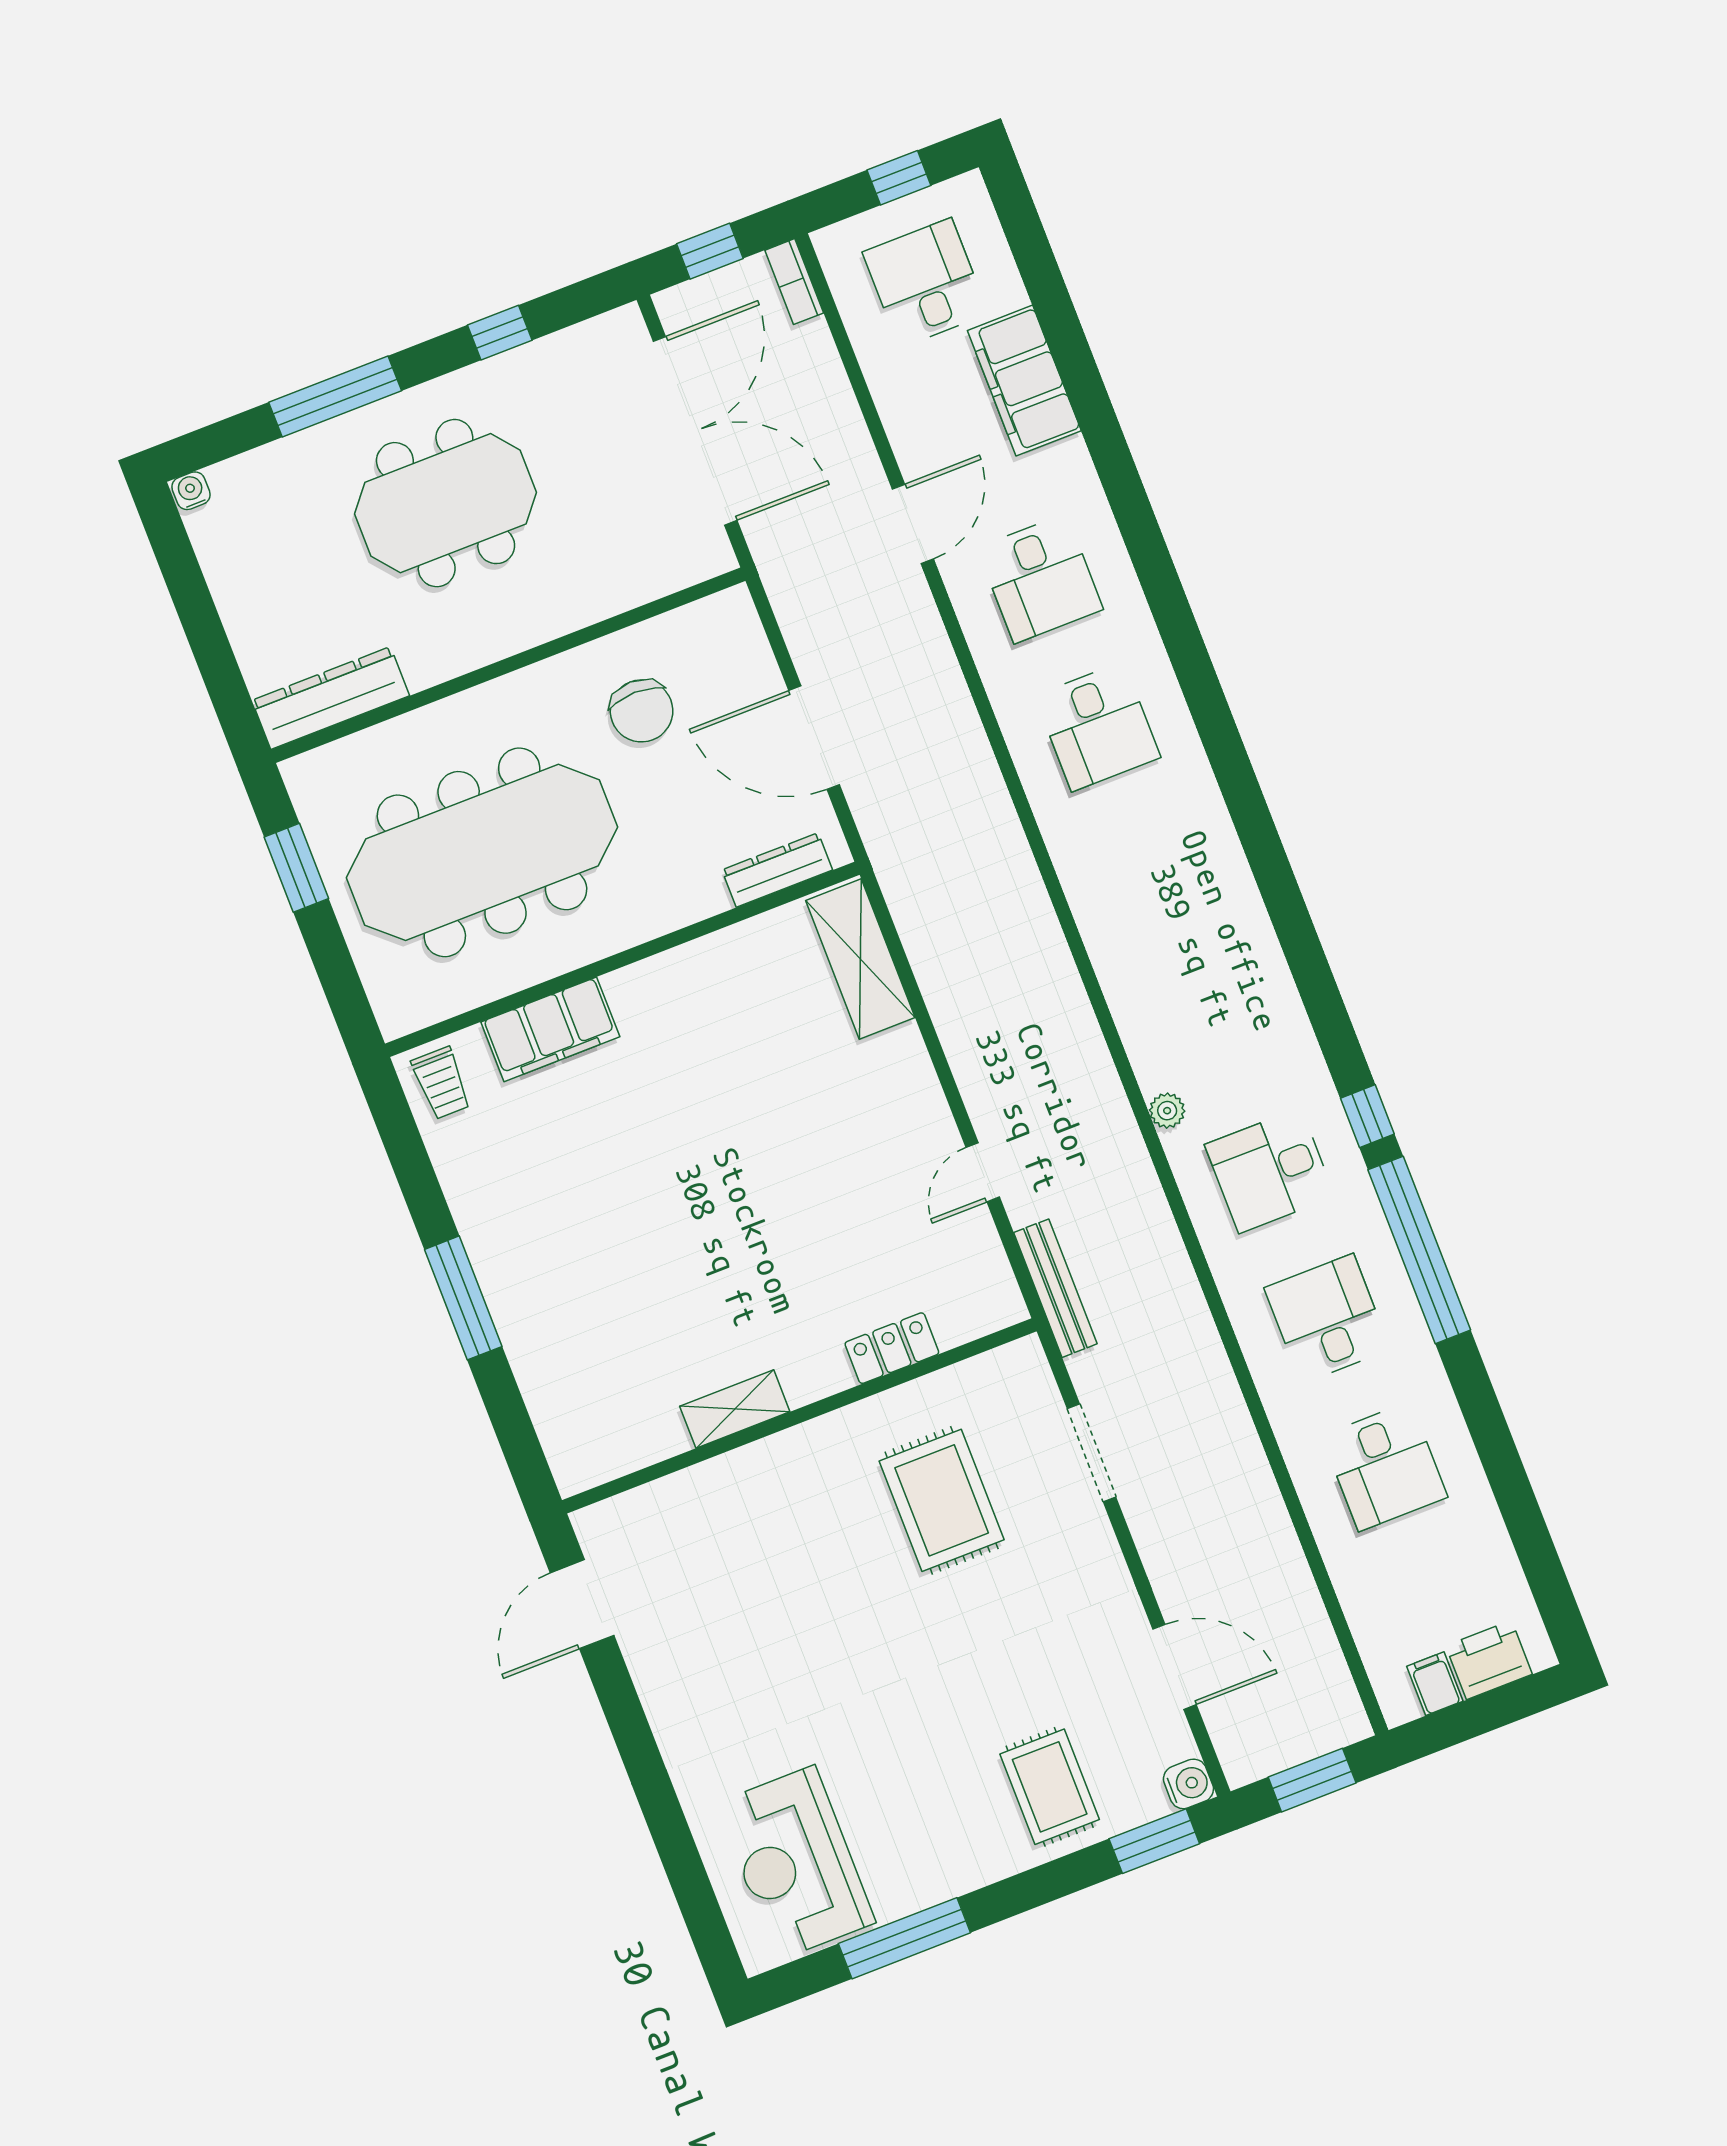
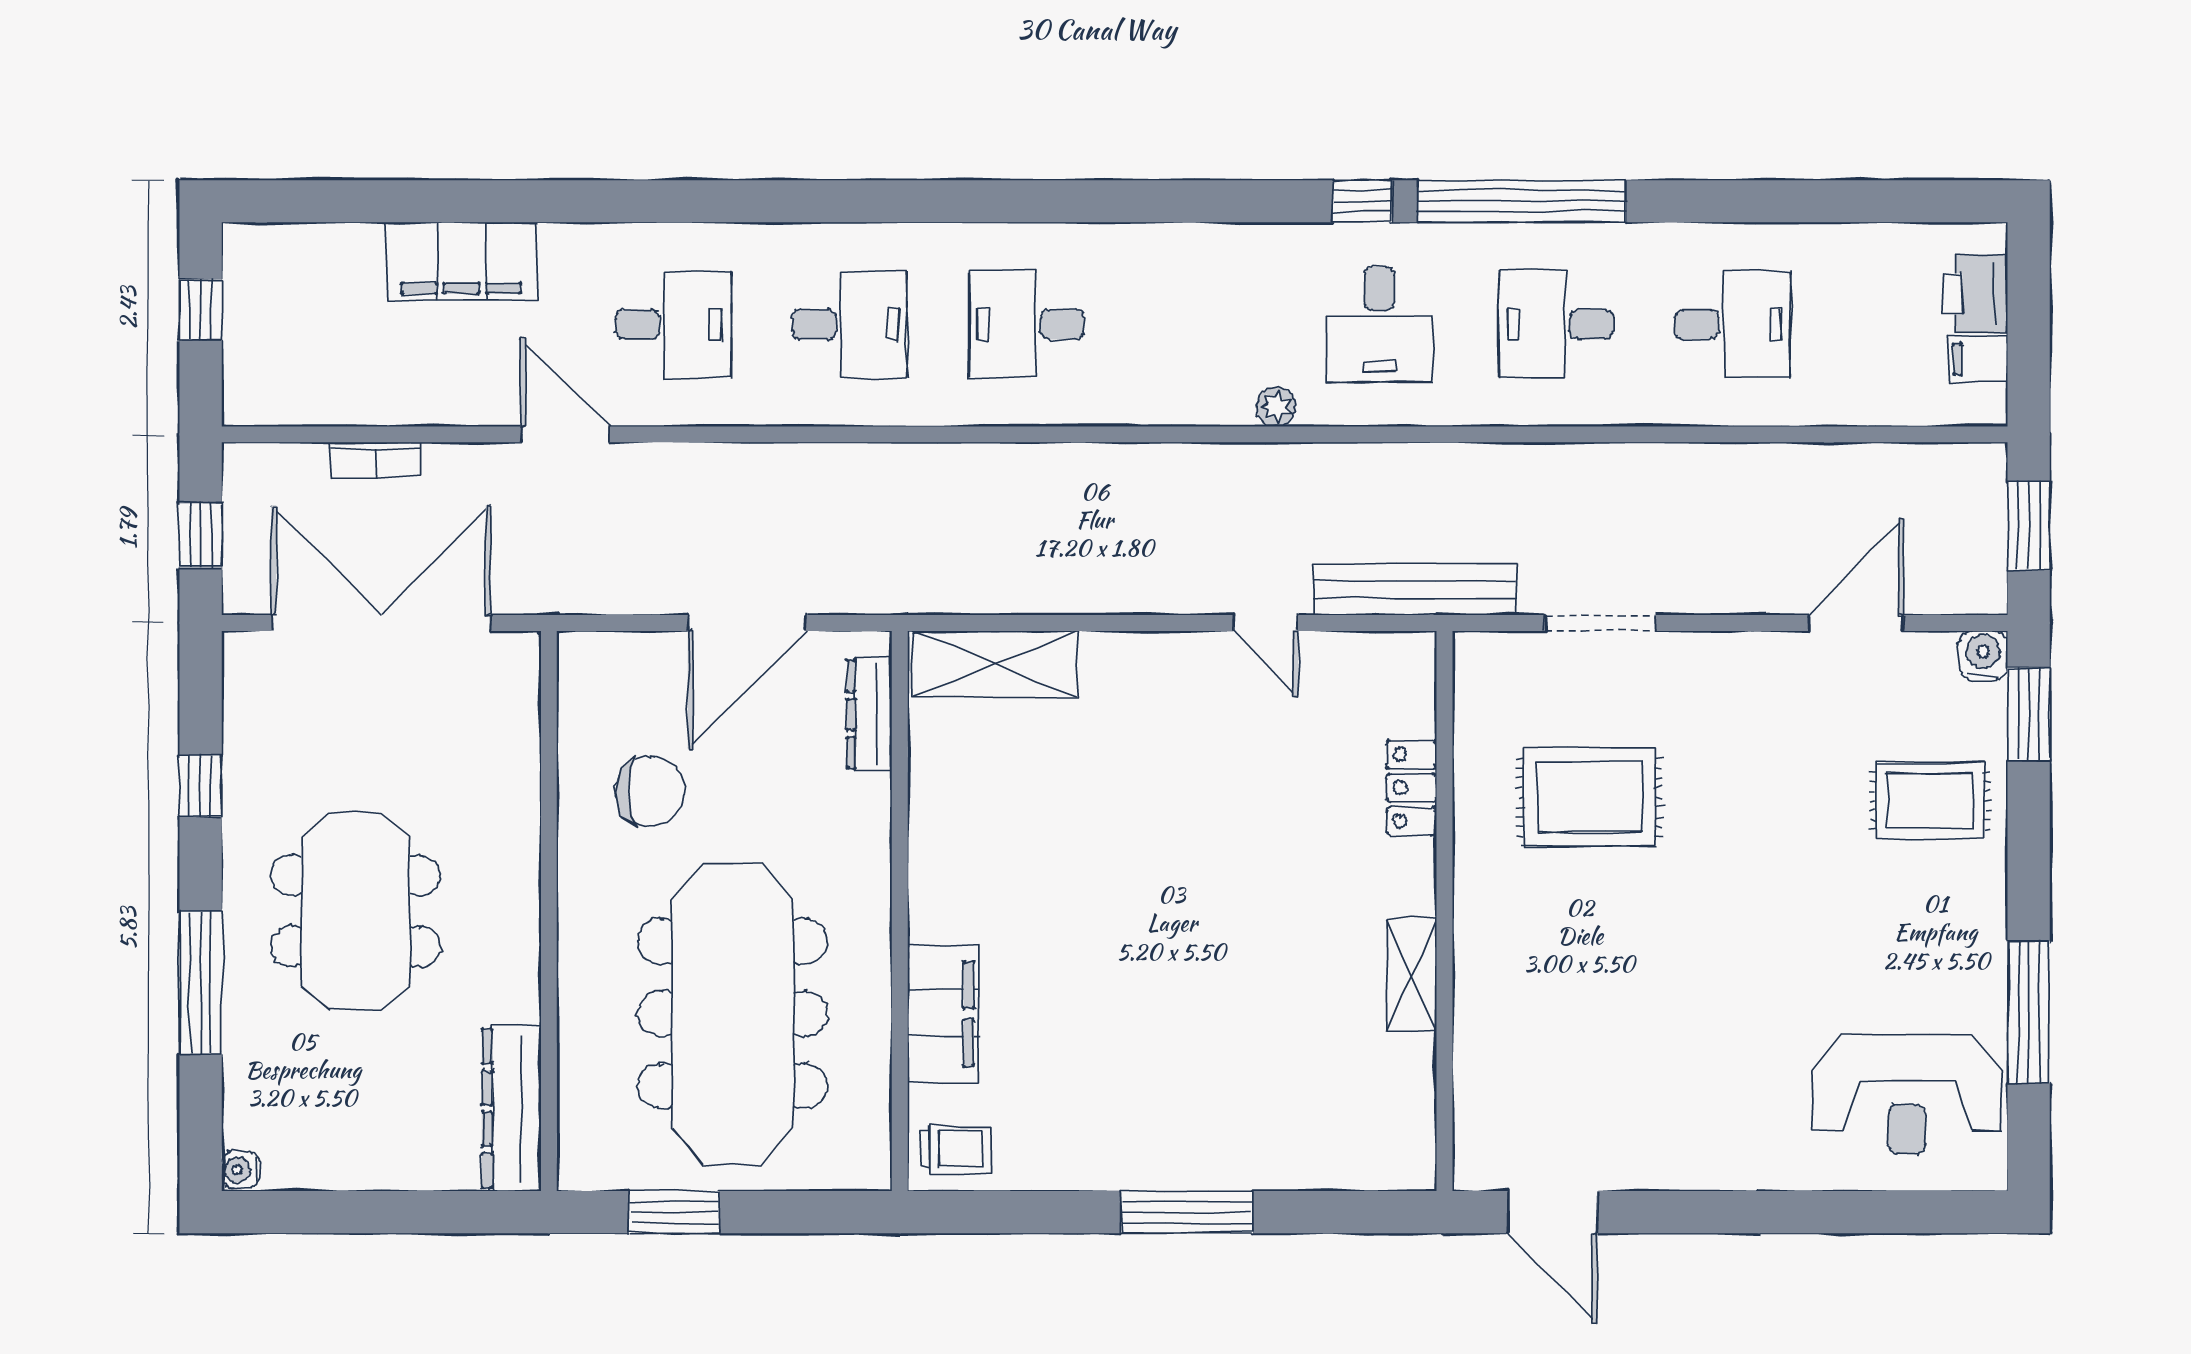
bookcase: (794, 282) -> (376, 460), moved
desk: (925, 283) -> (1026, 324), moved
bench: (1055, 1288) -> (1415, 590), width x1.37, depth x1.21

